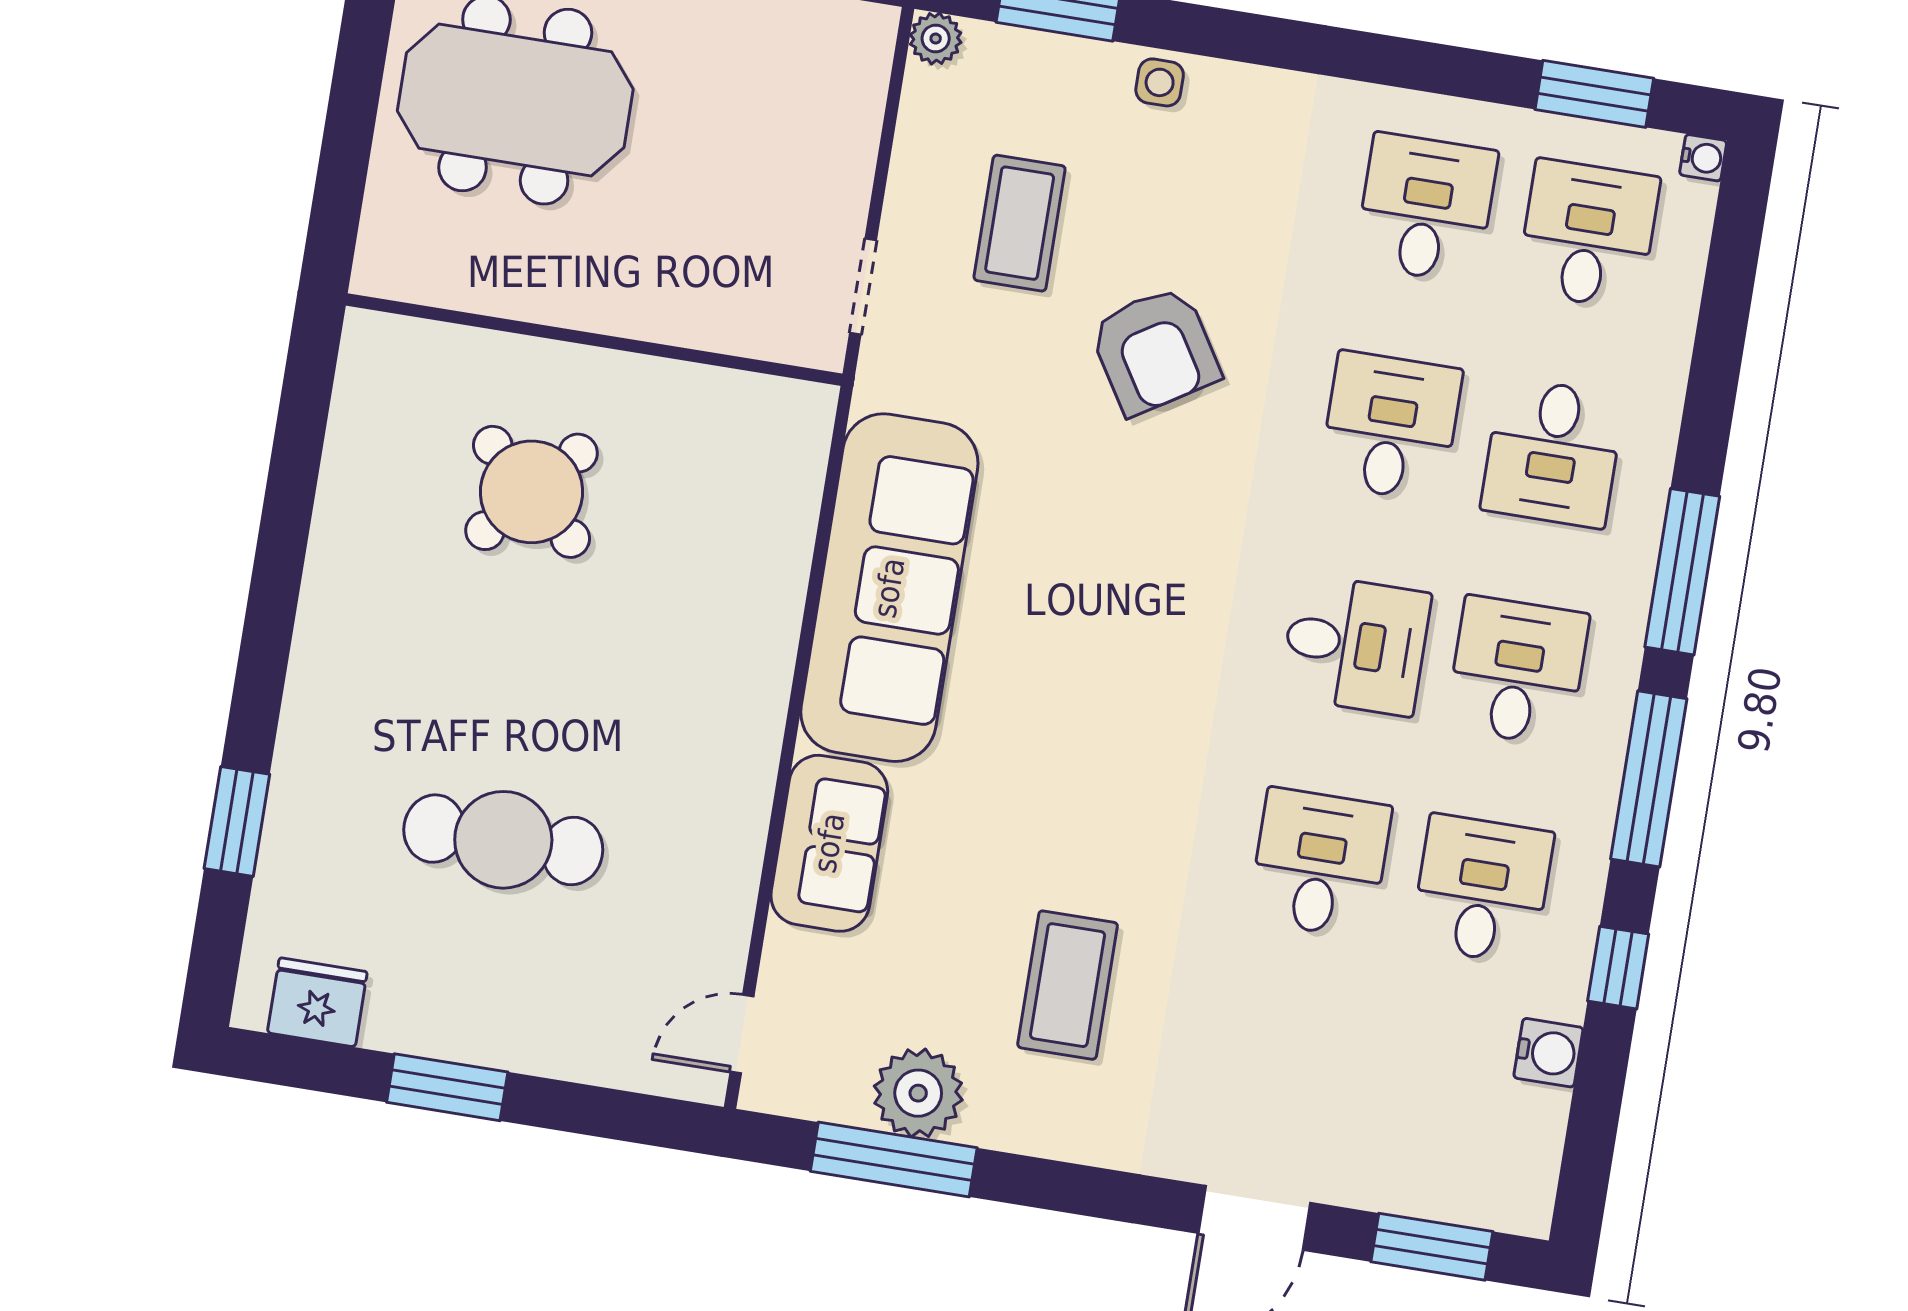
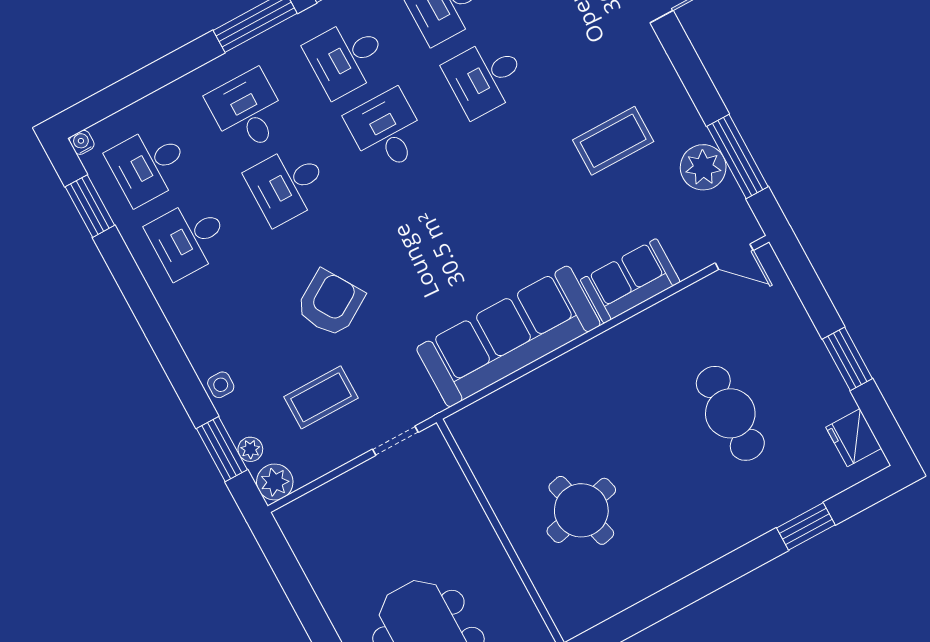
plant: (936, 39) -> (275, 482), width x1.38, depth x1.38
plant: (1024, 51) -> (250, 449), added
desk: (1553, 453) -> (247, 111), turned -90
round table: (532, 492) -> (581, 510), turned 35

